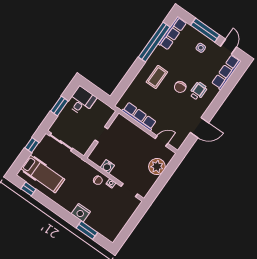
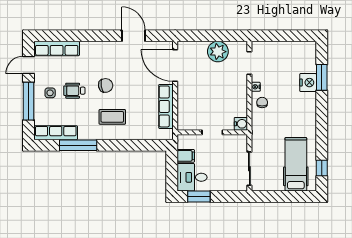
window: (154, 42) -> (78, 145), width x0.68
wheelchair: (198, 91) -> (74, 91), moved
window: (59, 106) -> (199, 197), moved
filing cabinet: (98, 107) -> (186, 156), added
door: (161, 141) -> (175, 65), width x1.88
window: (32, 145) -> (274, 197), removed
water cooler: (107, 166) -> (241, 124), moved
plant: (157, 166) -> (218, 52), moved
nightstand: (81, 213) -> (308, 83), moved

